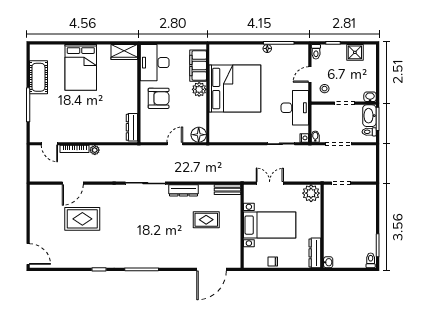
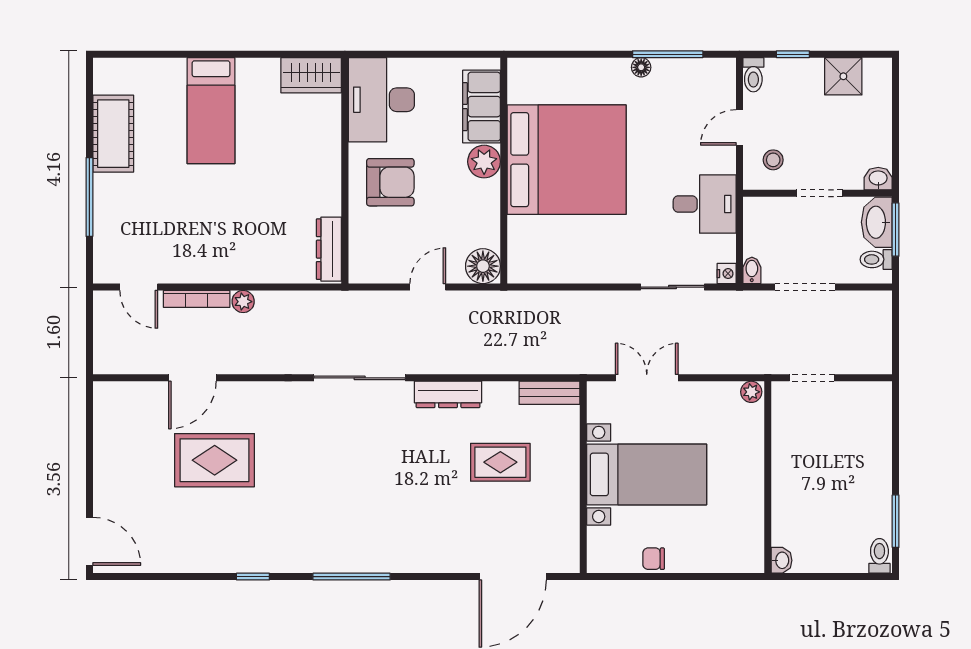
bed: (81, 67) -> (211, 111), width x0.67
desk: (295, 108) -> (705, 204), width x0.73
plant: (311, 193) -> (751, 392), width x0.53, depth x0.53
dresser: (315, 253) -> (751, 539), removed

